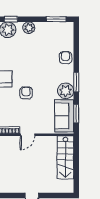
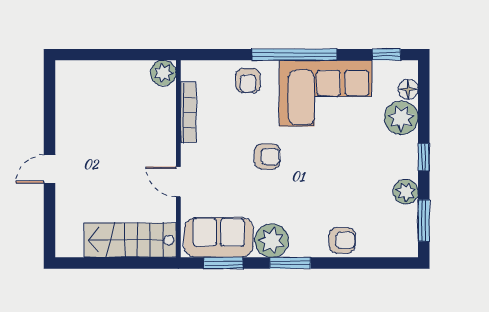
window: (11, 19) -> (424, 157), moved
plant: (29, 28) -> (406, 192), moved
door: (28, 135) -> (178, 182), moved

